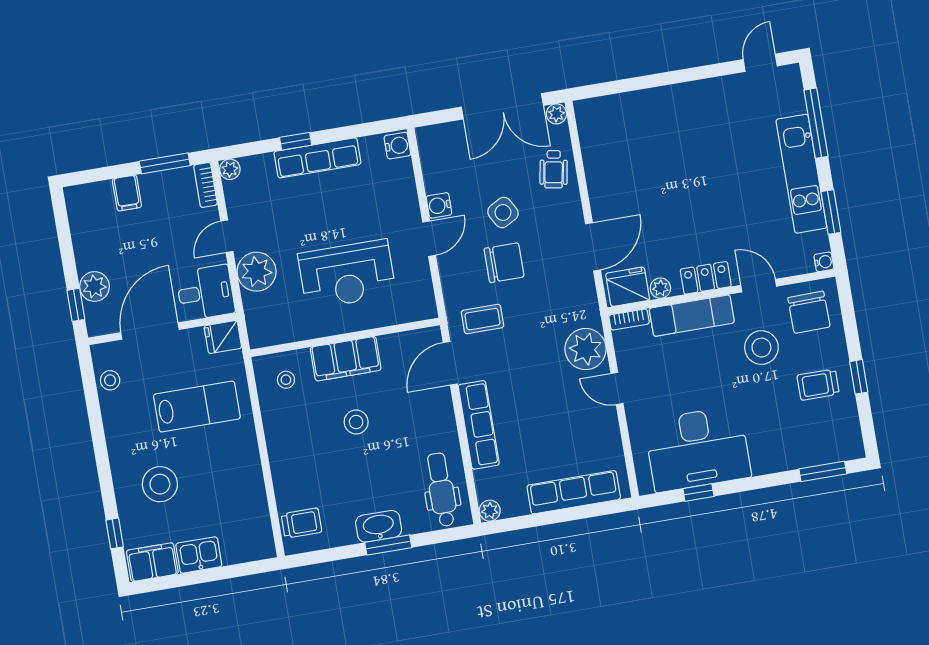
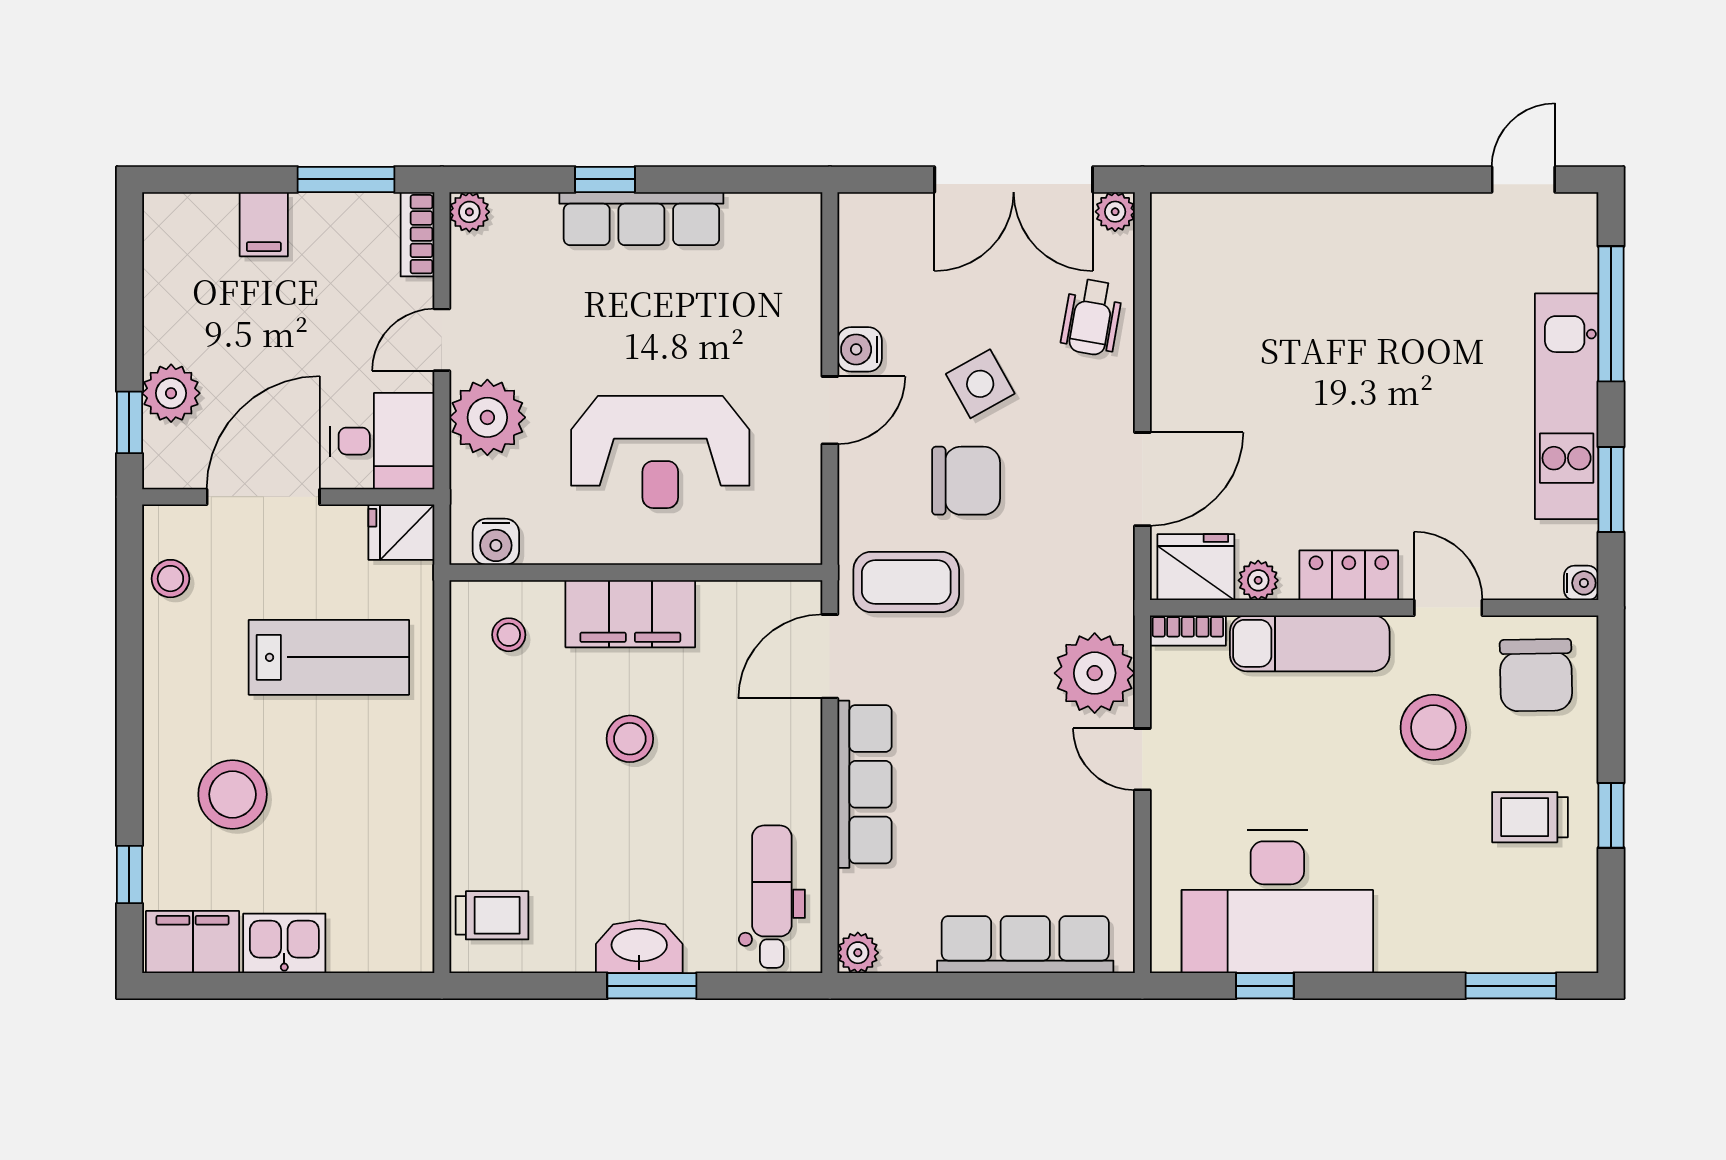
water cooler: (397, 146) -> (496, 542), moved, turned 90
coffee table: (482, 319) -> (906, 582), width x1.36, depth x1.30

